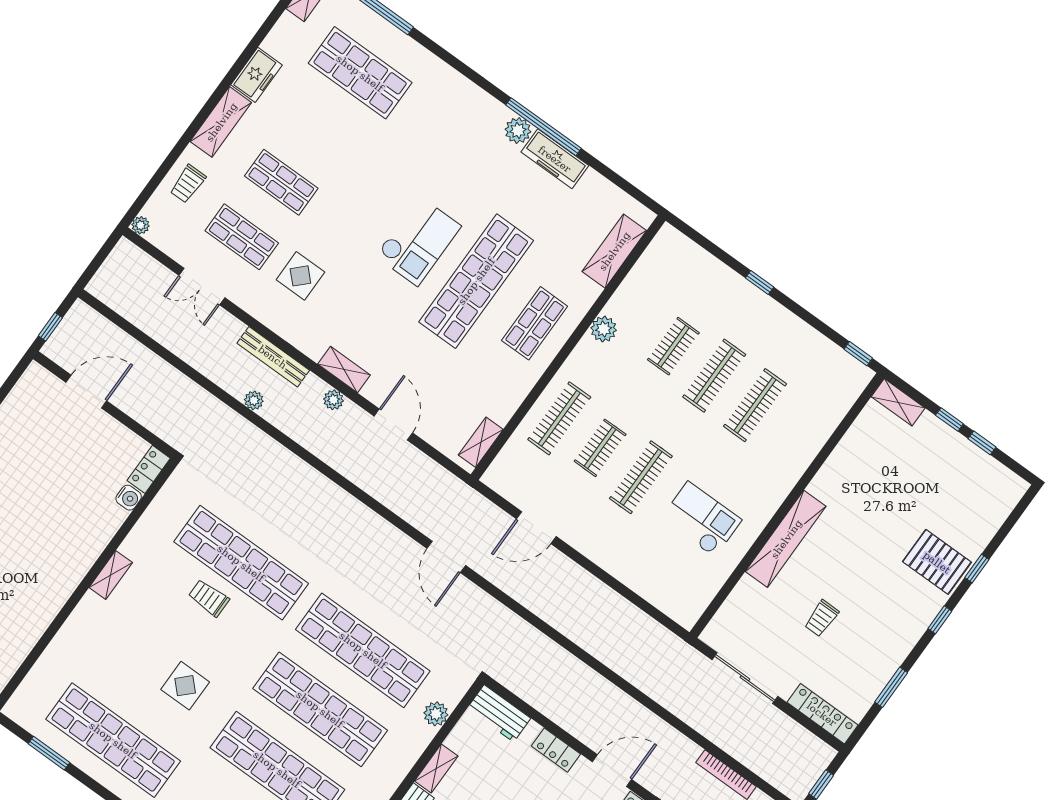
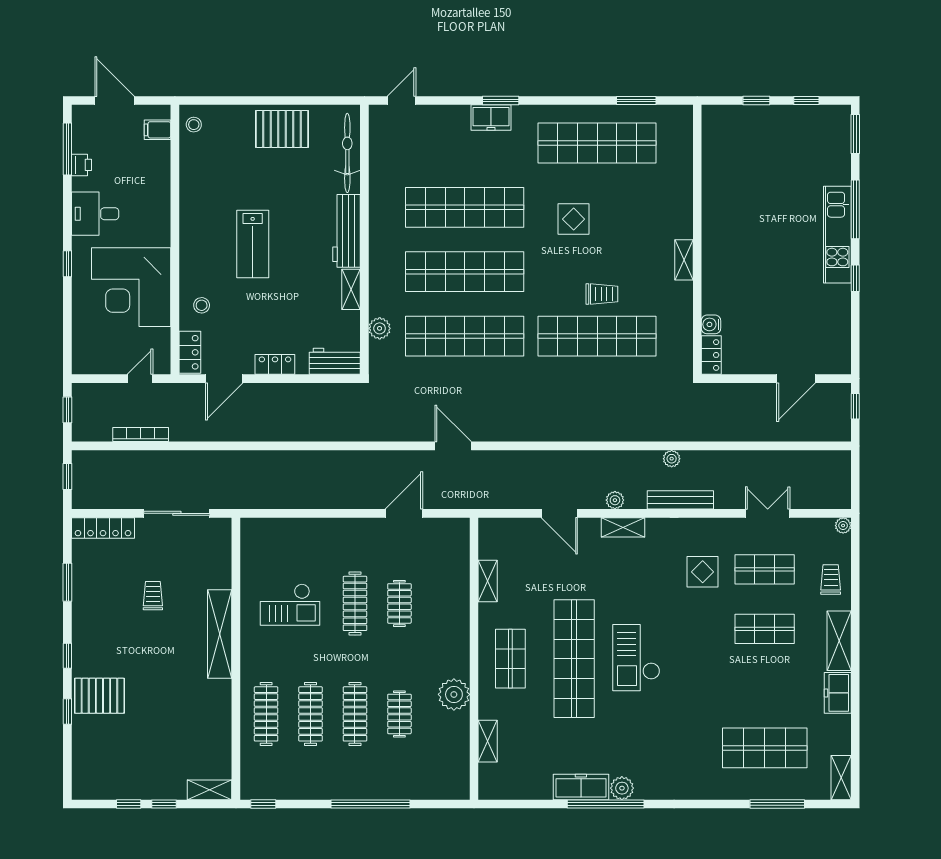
shelving: (614, 251) -> (488, 741), width x0.67, depth x0.75
window: (760, 283) -> (371, 804), width x3.17
plant: (604, 329) -> (454, 694), width x1.36, depth x1.36
clothes rail: (559, 418) -> (266, 714), moved
shelving: (481, 442) -> (488, 581), moved

